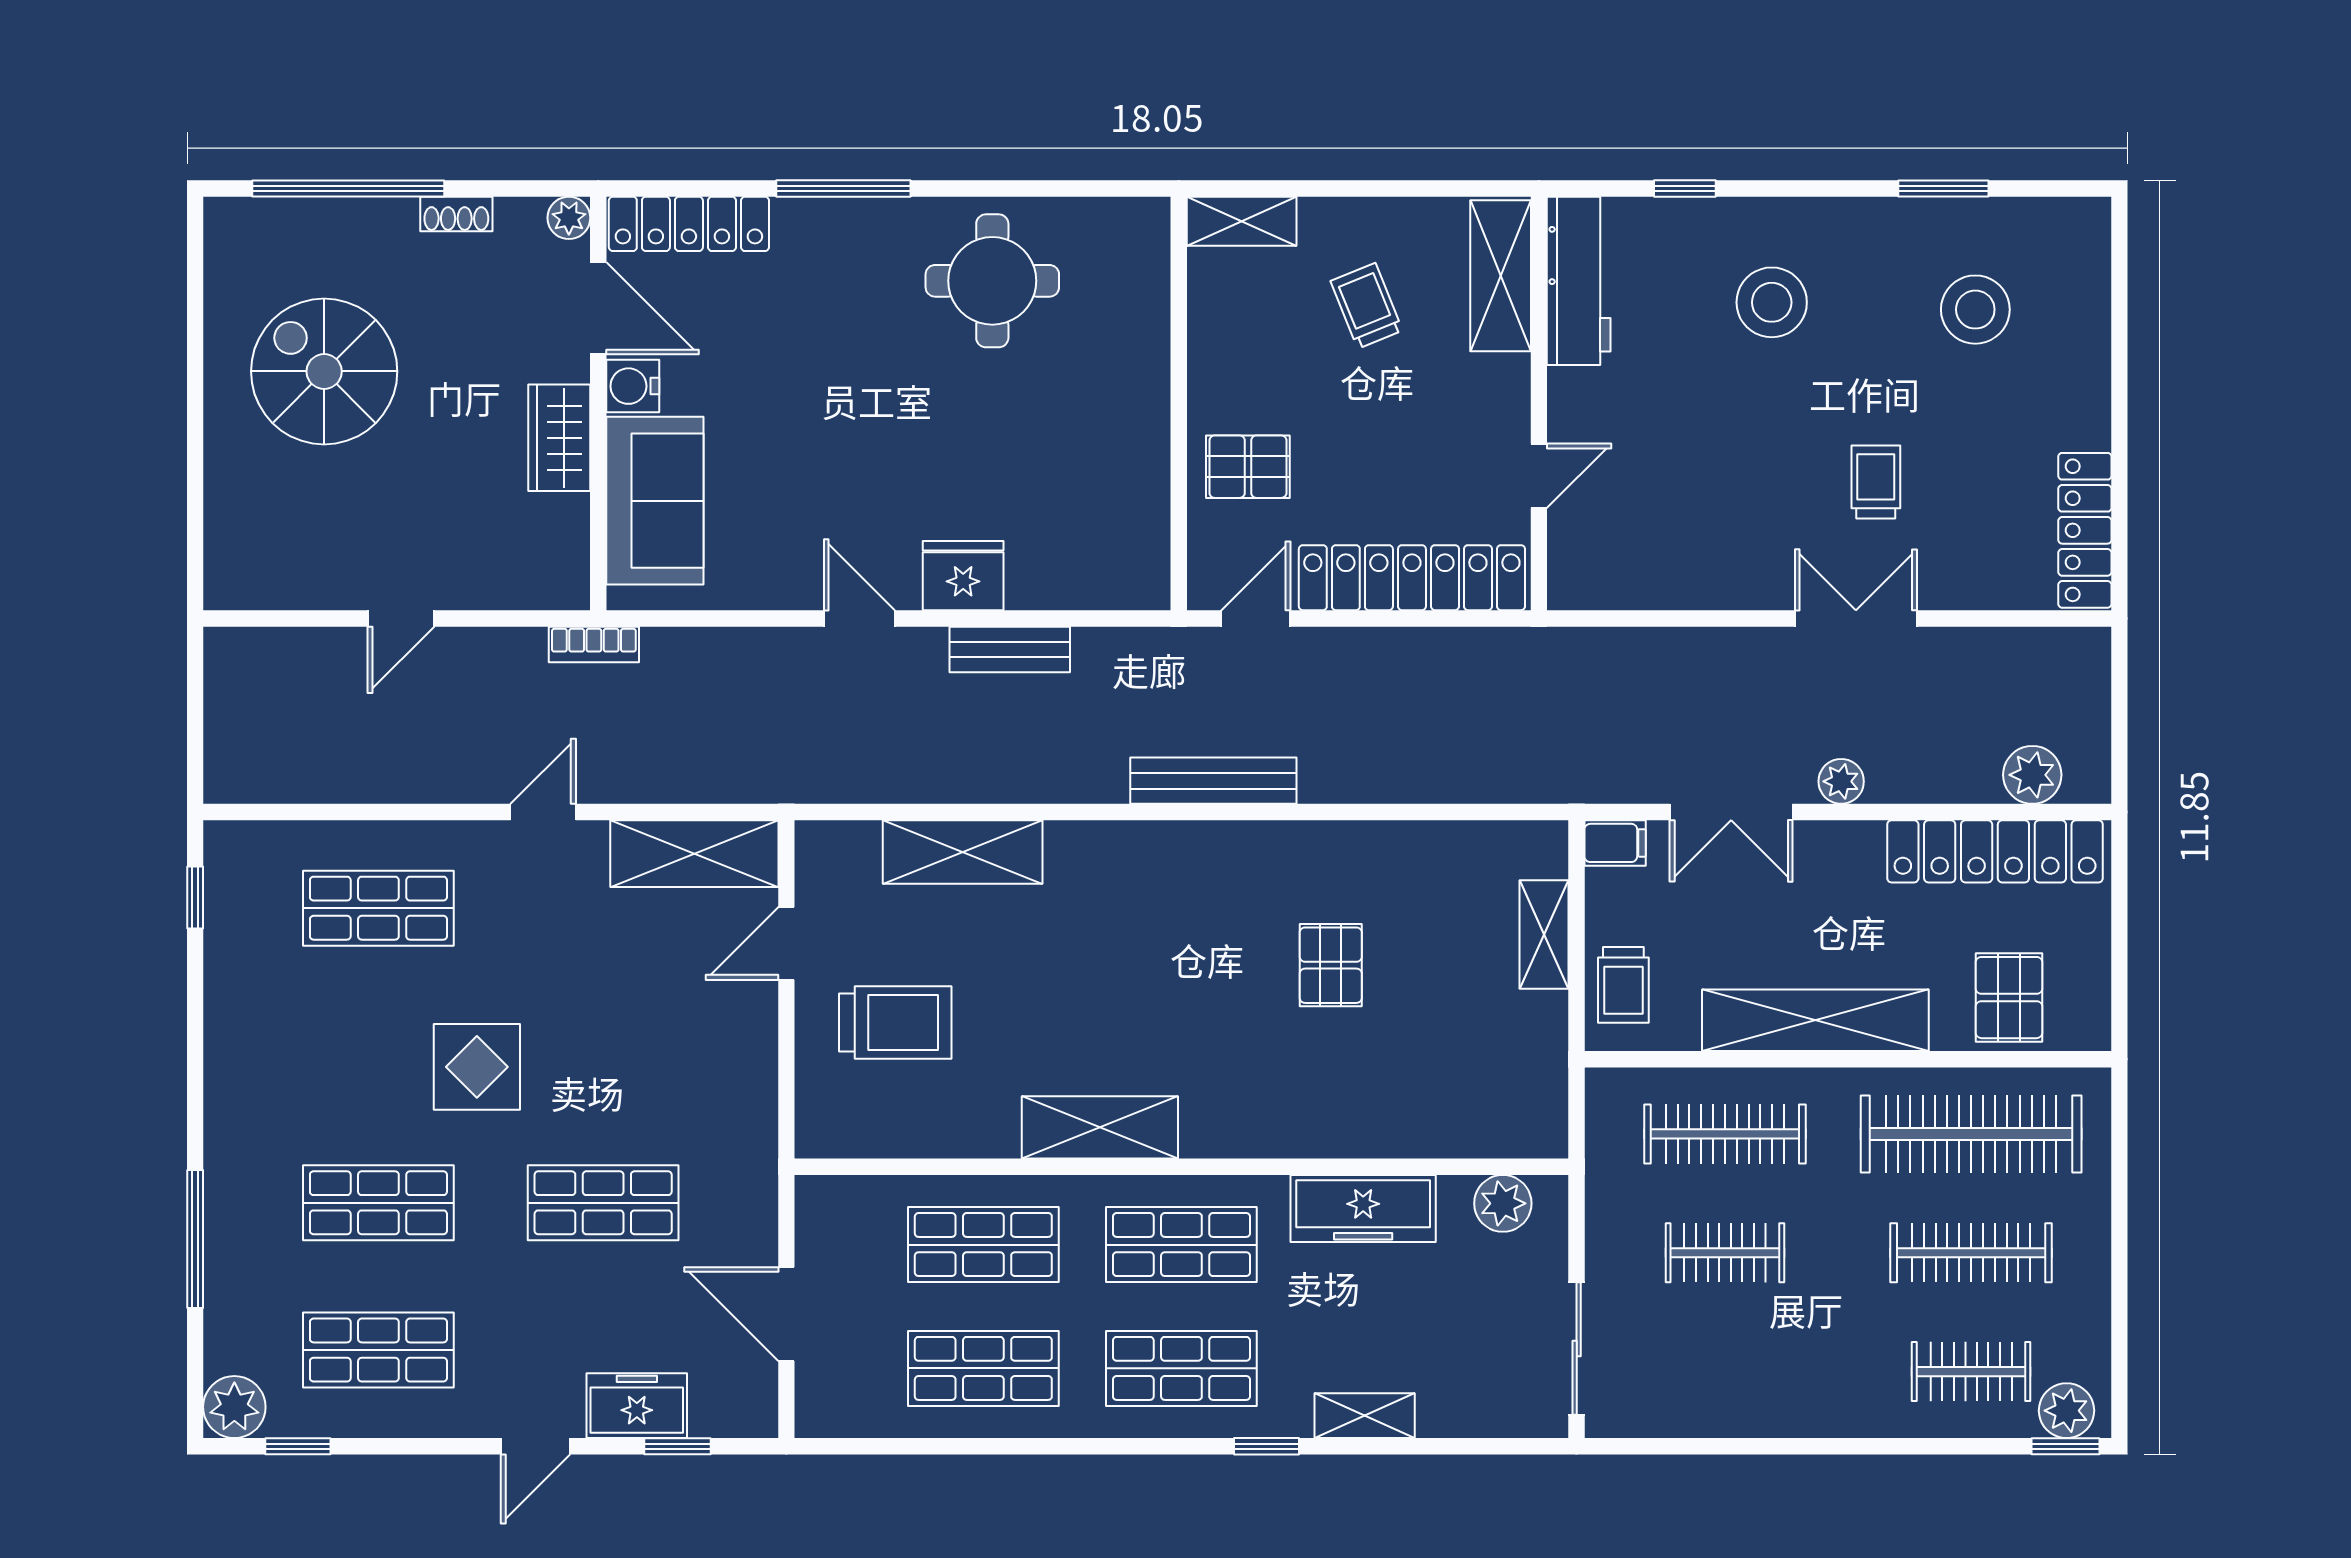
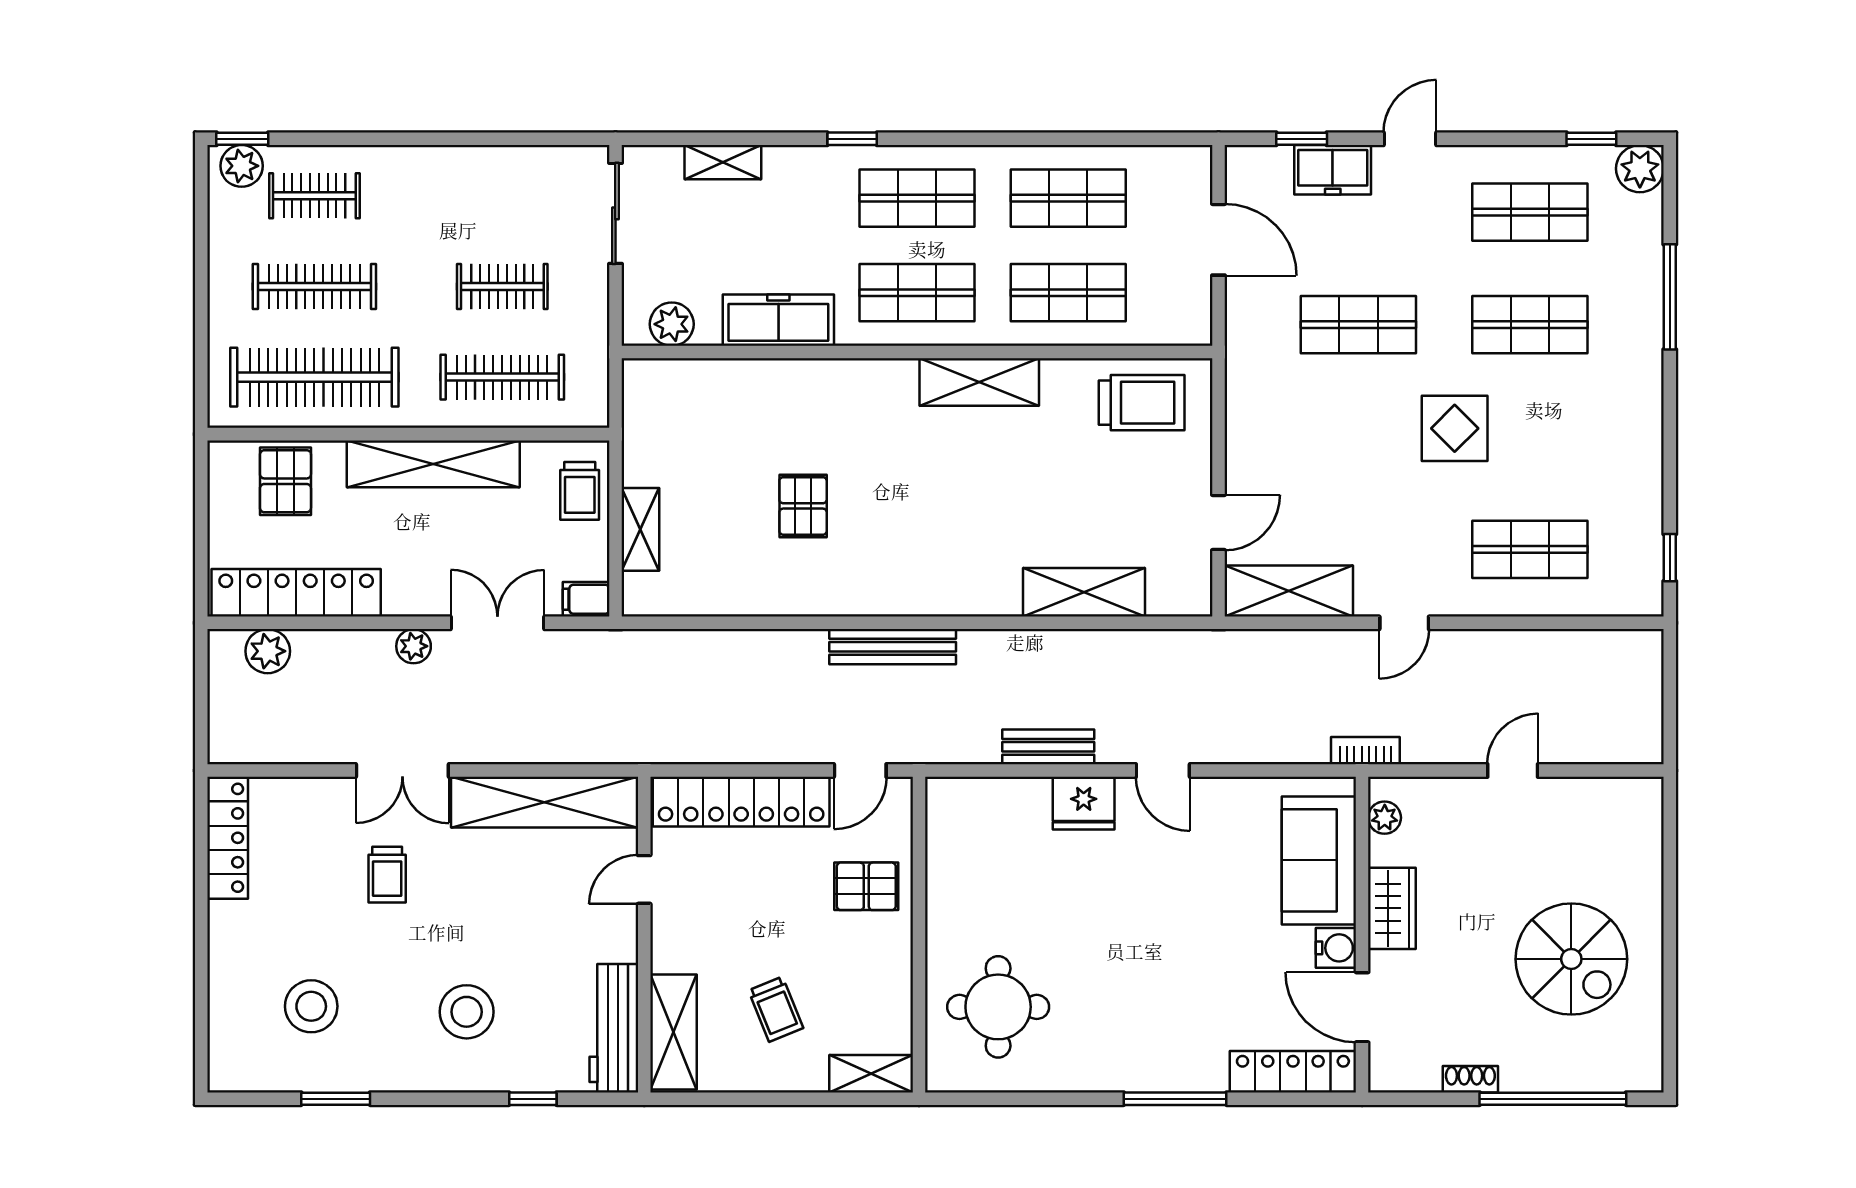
plant: (569, 218) -> (1385, 818), moved
round table: (992, 281) -> (998, 1007), moved
shelving: (1670, 577) -> (544, 802), added
trolley: (1623, 985) -> (580, 491), turned 180
trolley: (895, 1023) -> (1142, 403), moved, turned 180
shelving: (1365, 1416) -> (723, 162), moved

